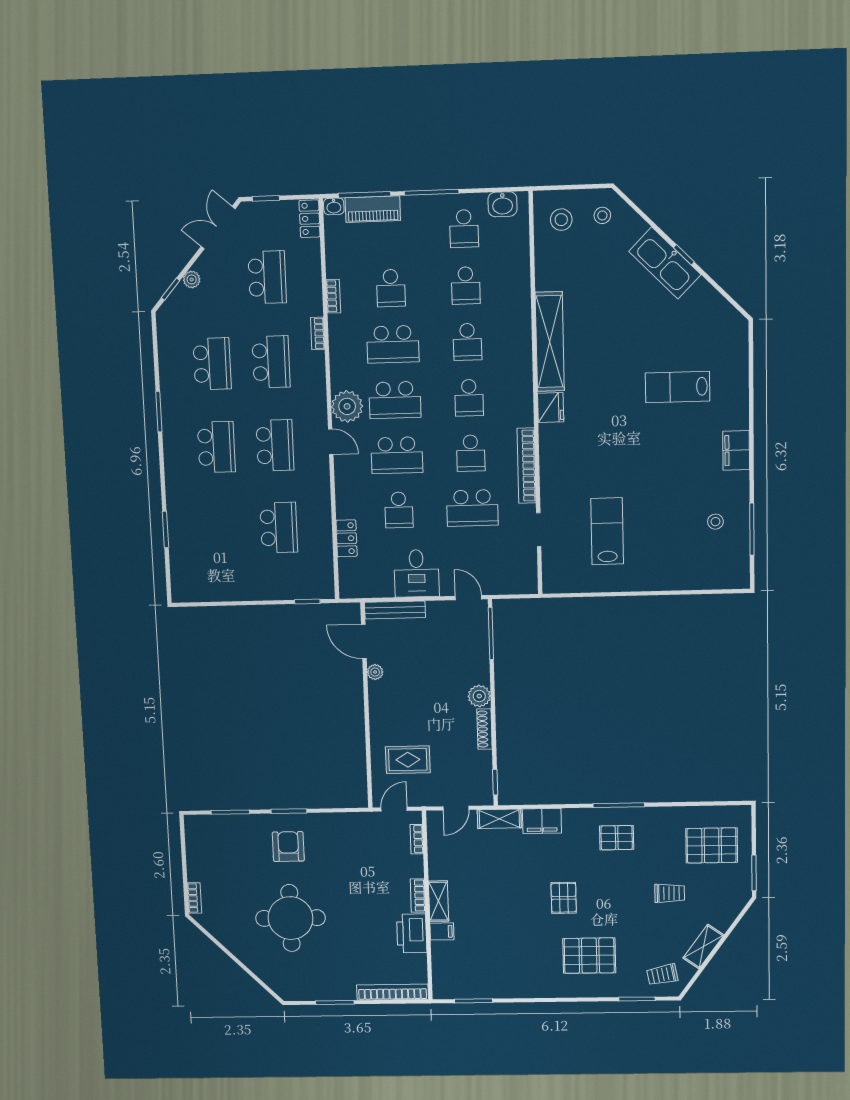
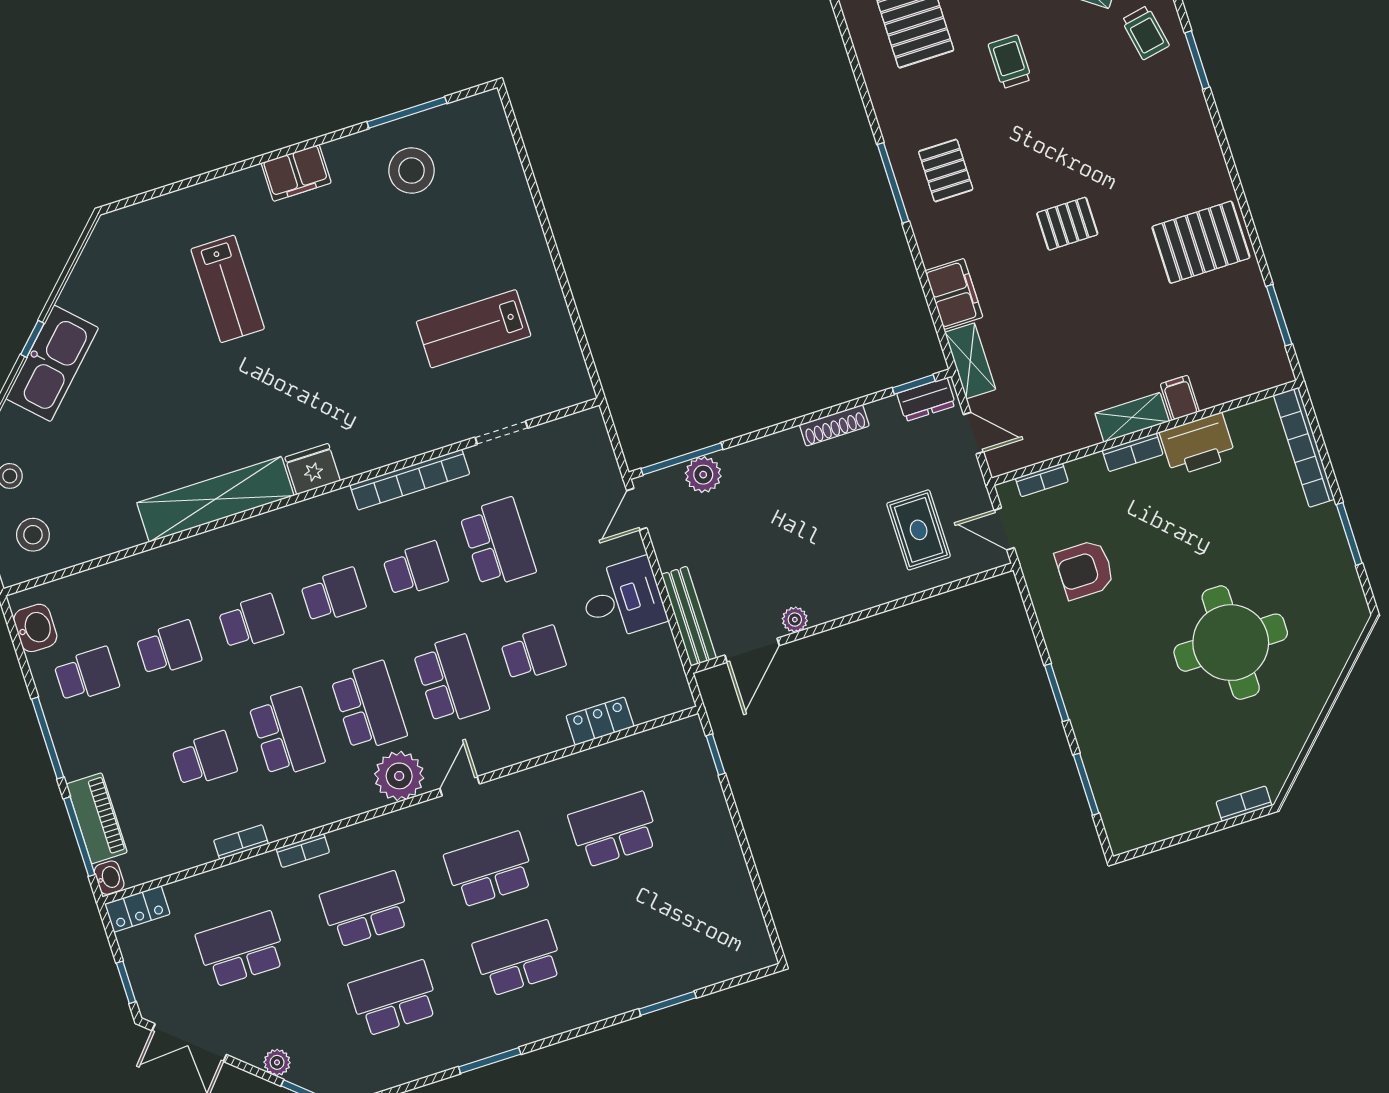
stool: (715, 522) -> (412, 171), width x1.89, depth x1.89
plant: (479, 696) -> (703, 475), moved
dresser: (484, 787) -> (926, 400), added
armchair: (288, 846) -> (1085, 569), moved
pallet: (589, 956) -> (1201, 242), moved, turned 90

